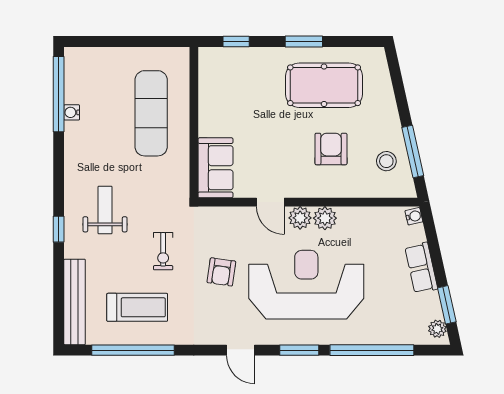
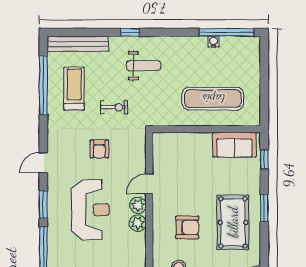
sofa: (215, 168) -> (234, 145), moved
exercise bike: (163, 251) -> (114, 107), turned 180
armchair: (221, 272) -> (99, 149), turned -98
reception desk: (306, 285) -> (90, 210), width x0.74, depth x0.77
treadmill: (137, 307) -> (74, 89), turned 180

